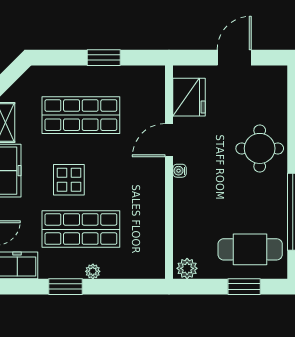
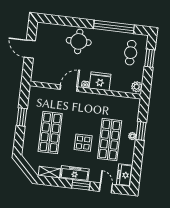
fridge: (189, 97) -> (100, 81), moved
door: (169, 140) -> (69, 88), swing flipped
cafe table: (250, 249) -> (131, 53), width x0.73, depth x0.74
window: (65, 287) -> (141, 131), moved

